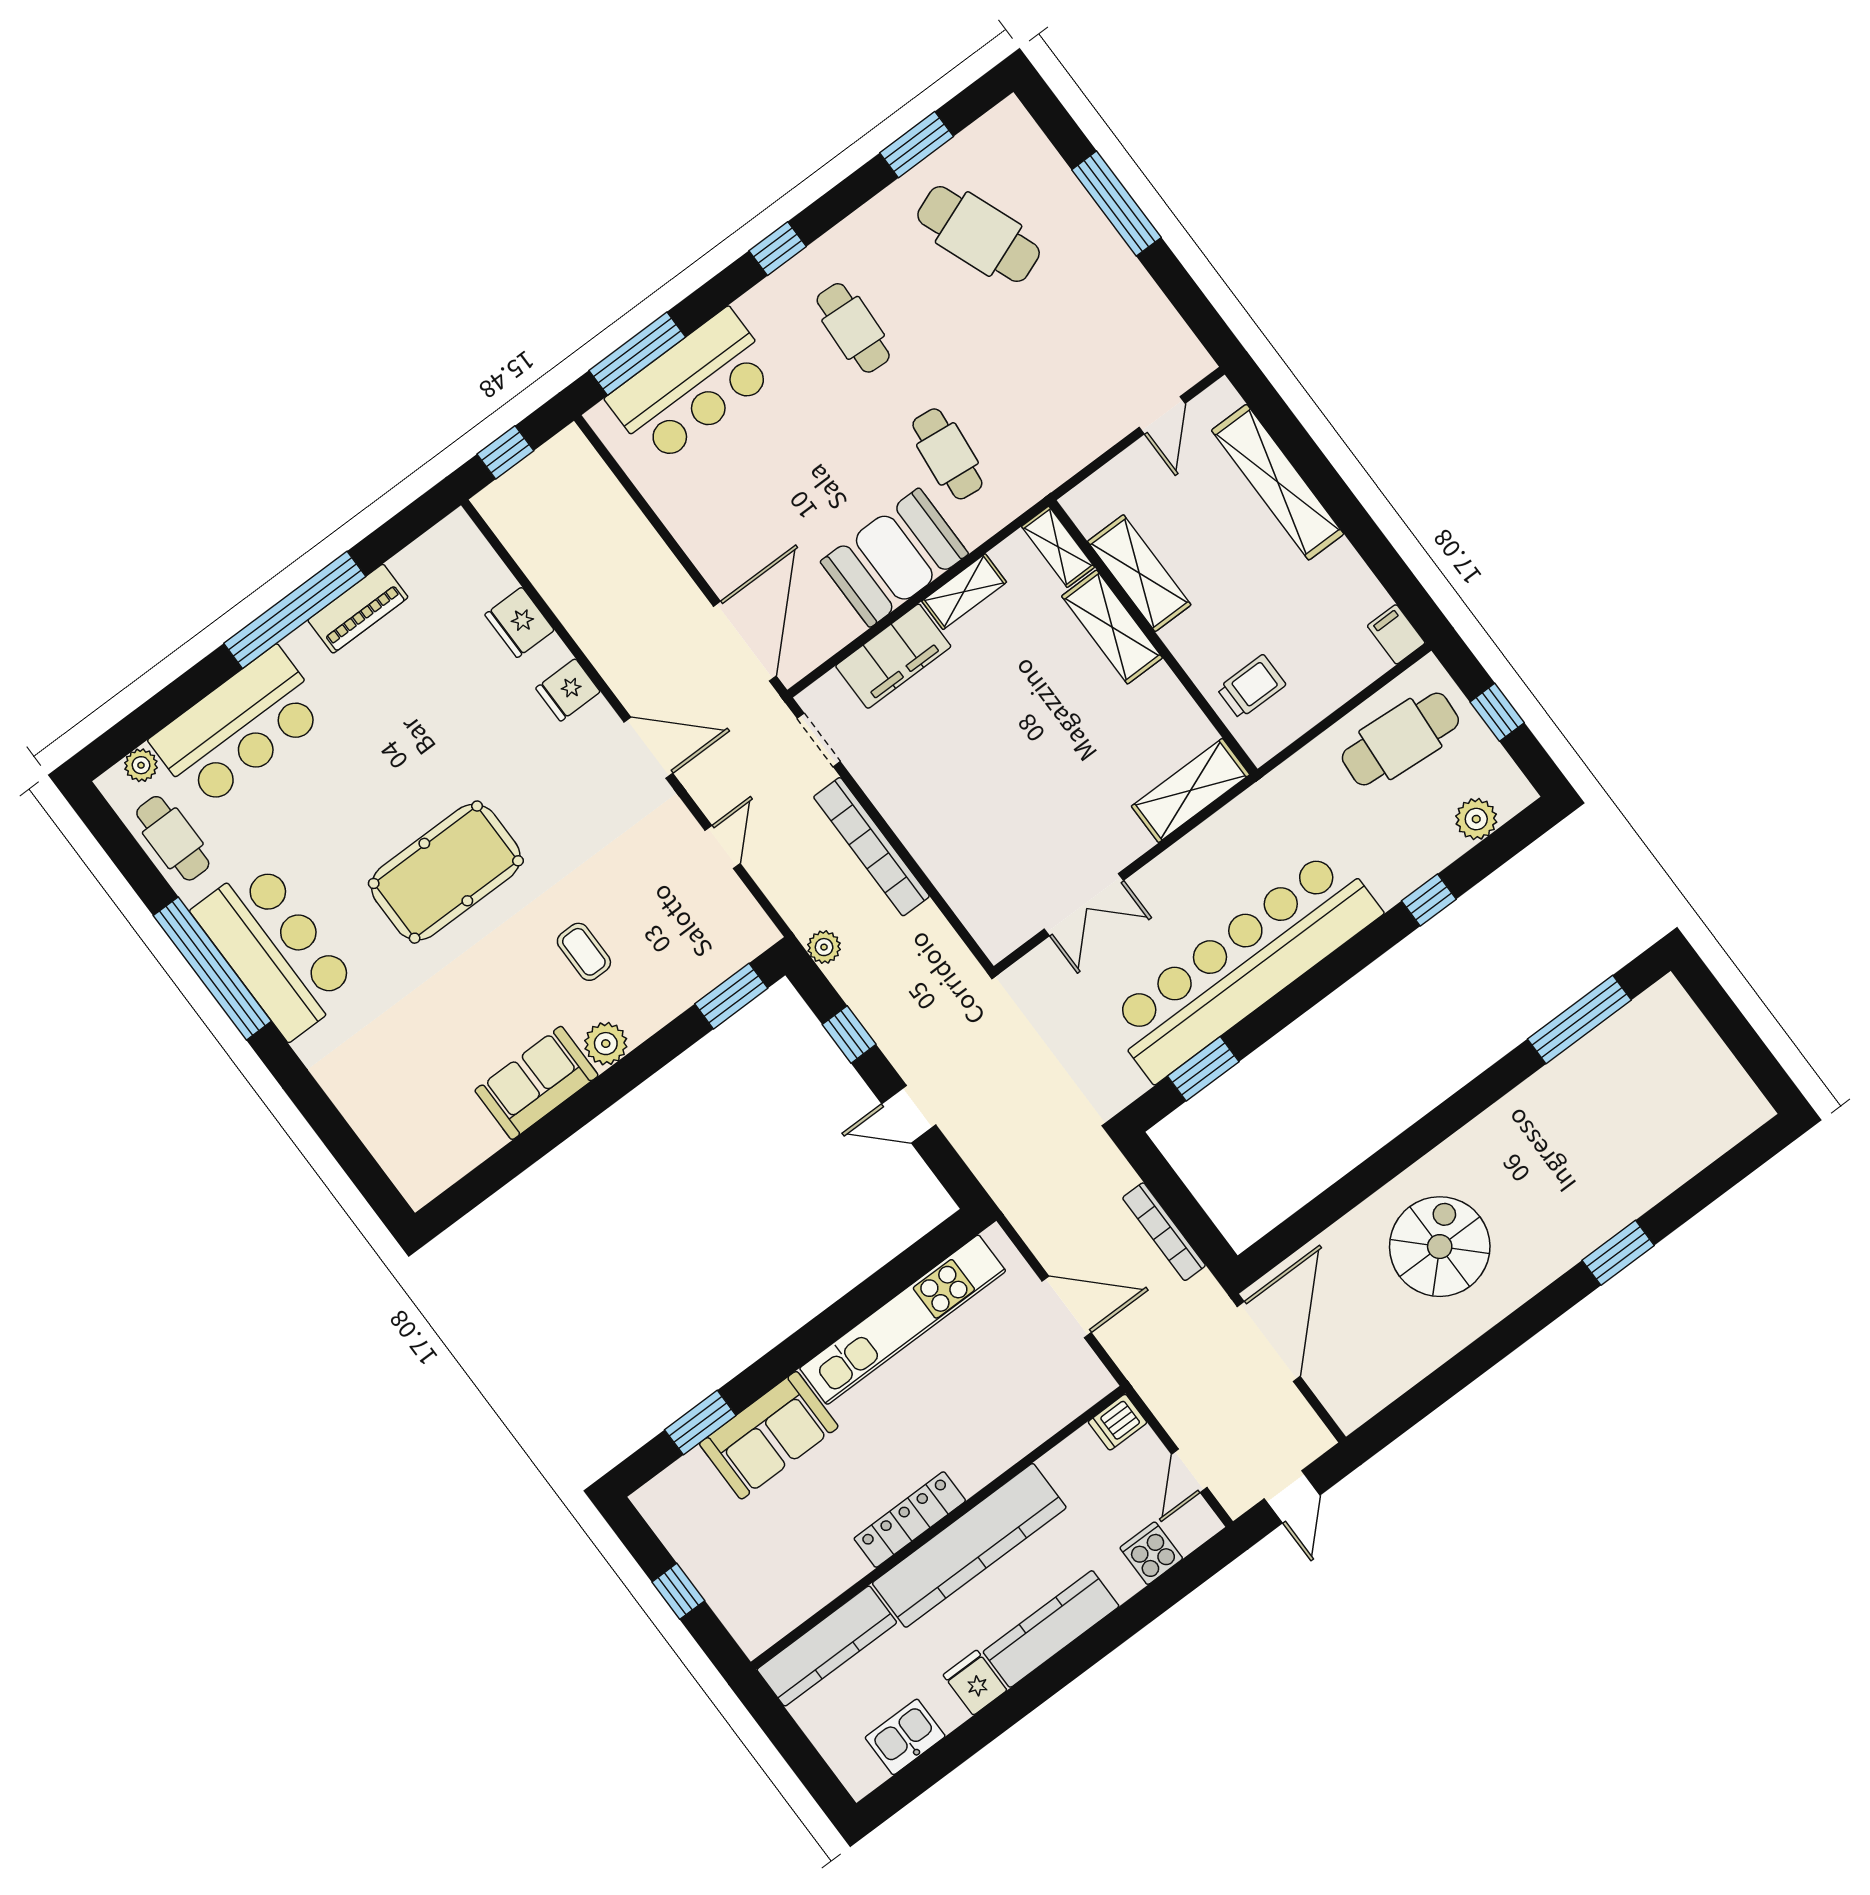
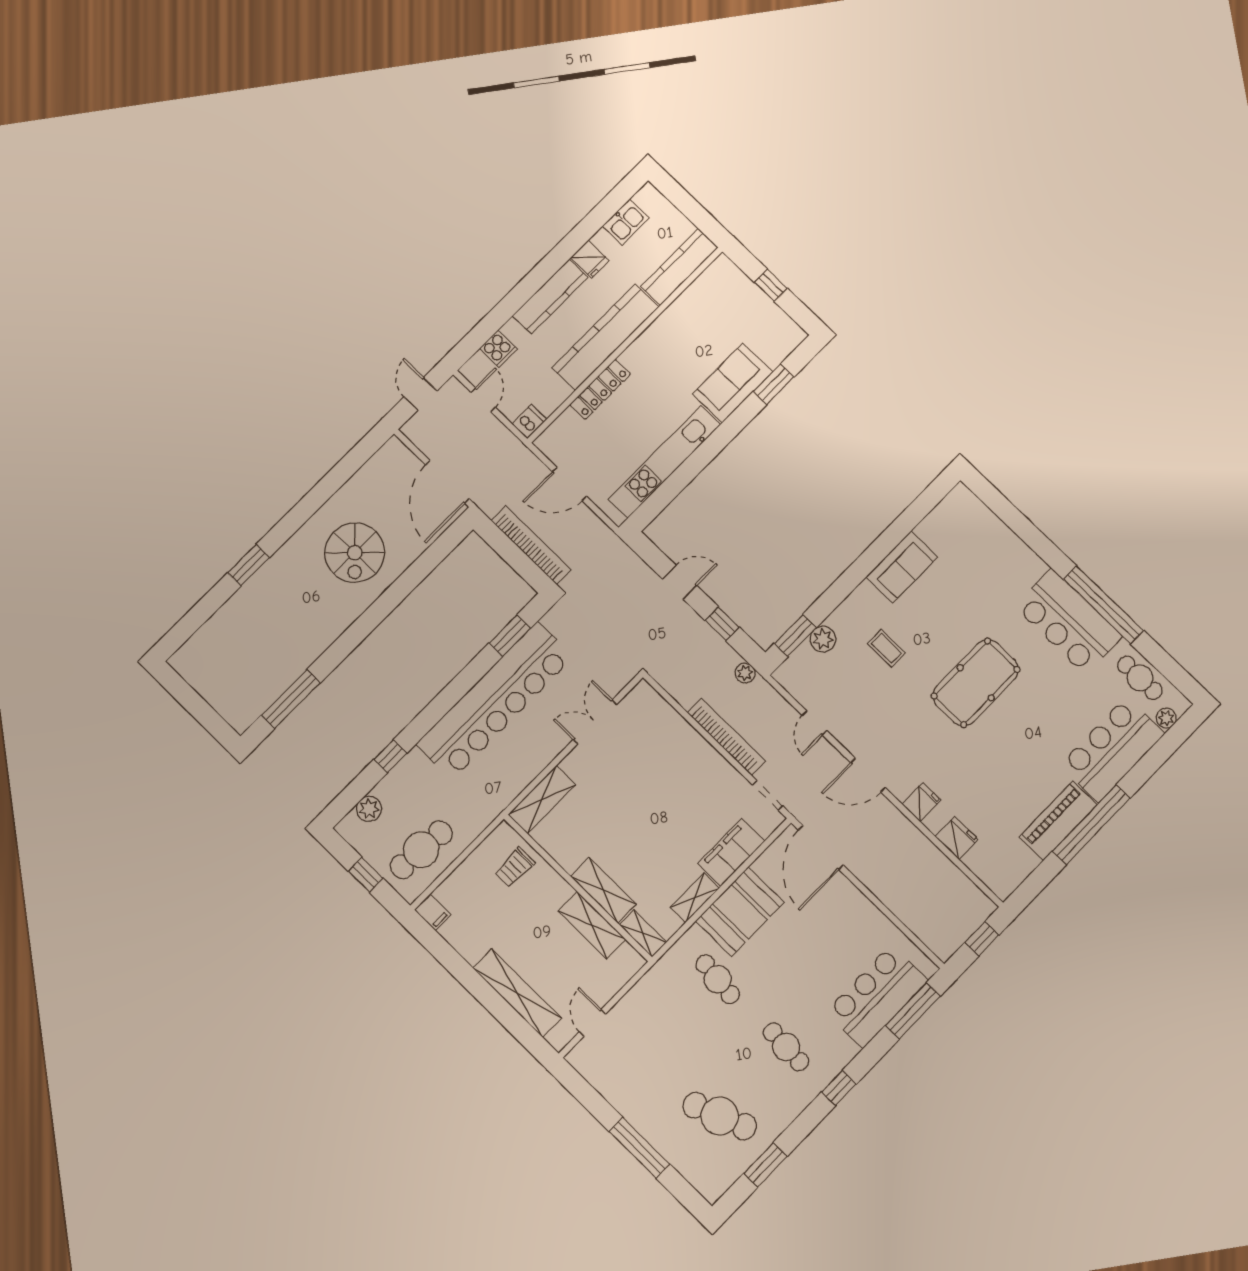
piano: (358, 609) -> (1058, 821), width x1.37, depth x1.33
plant: (606, 1044) -> (823, 639), moved
bookcase: (1164, 1232) -> (531, 545), width x1.48, depth x1.31
locker: (910, 1520) -> (600, 389), moved

